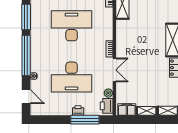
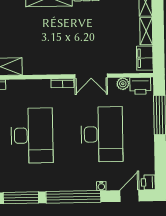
desk: (72, 26) -> (32, 136), turned 180
double door: (114, 70) -> (91, 76), swing flipped
printer: (78, 110) -> (148, 182), moved

